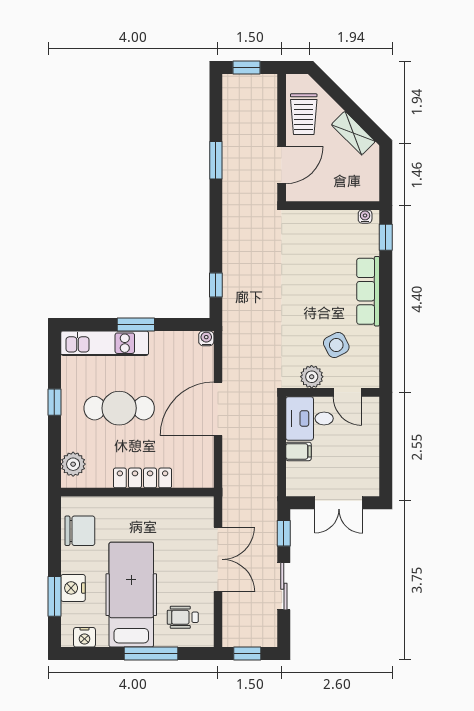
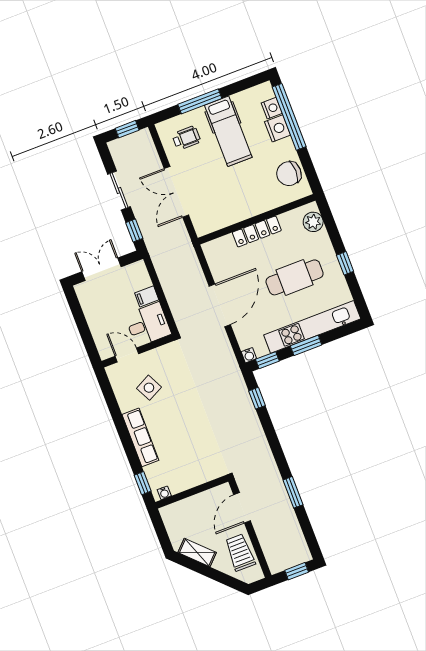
window: (187, 324) -> (267, 360), added
kitchen unit: (105, 343) -> (312, 327), width x1.36
plant: (312, 377) -> (158, 357), removed
hospital bed: (131, 595) -> (228, 131), width x0.73, depth x0.78
window: (54, 596) -> (289, 117), width x2.11
nightstand: (84, 637) -> (272, 108), moved, turned 90

